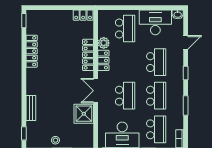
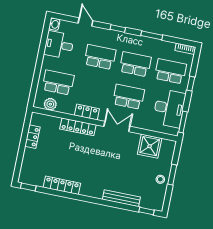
locker: (83, 15) -> (32, 137), moved
desk: (155, 22) -> (59, 45), width x0.73
plant: (104, 43) -> (50, 104), moved
double door: (96, 91) -> (117, 126), swing flipped
bench: (31, 108) -> (121, 198), width x1.36
shower: (84, 114) -> (150, 146), moved

